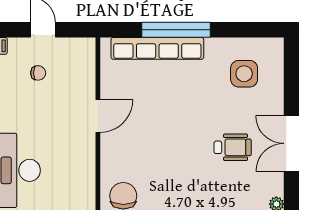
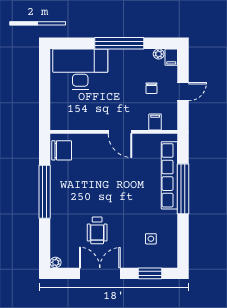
filing cabinet: (84, 68) -> (155, 122), added
side table: (244, 74) -> (151, 239), width x0.54, depth x0.54
window: (291, 75) -> (150, 273), added

